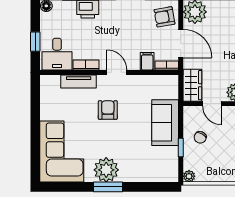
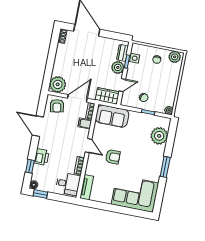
window: (35, 42) -> (40, 194), moved
door: (117, 72) -> (88, 146), swing flipped
tv unit: (79, 82) -> (87, 187), moved
armchair: (108, 110) -> (113, 157), turned 180
sofa: (165, 123) -> (112, 116), moved
plant: (106, 170) -> (159, 136), moved

